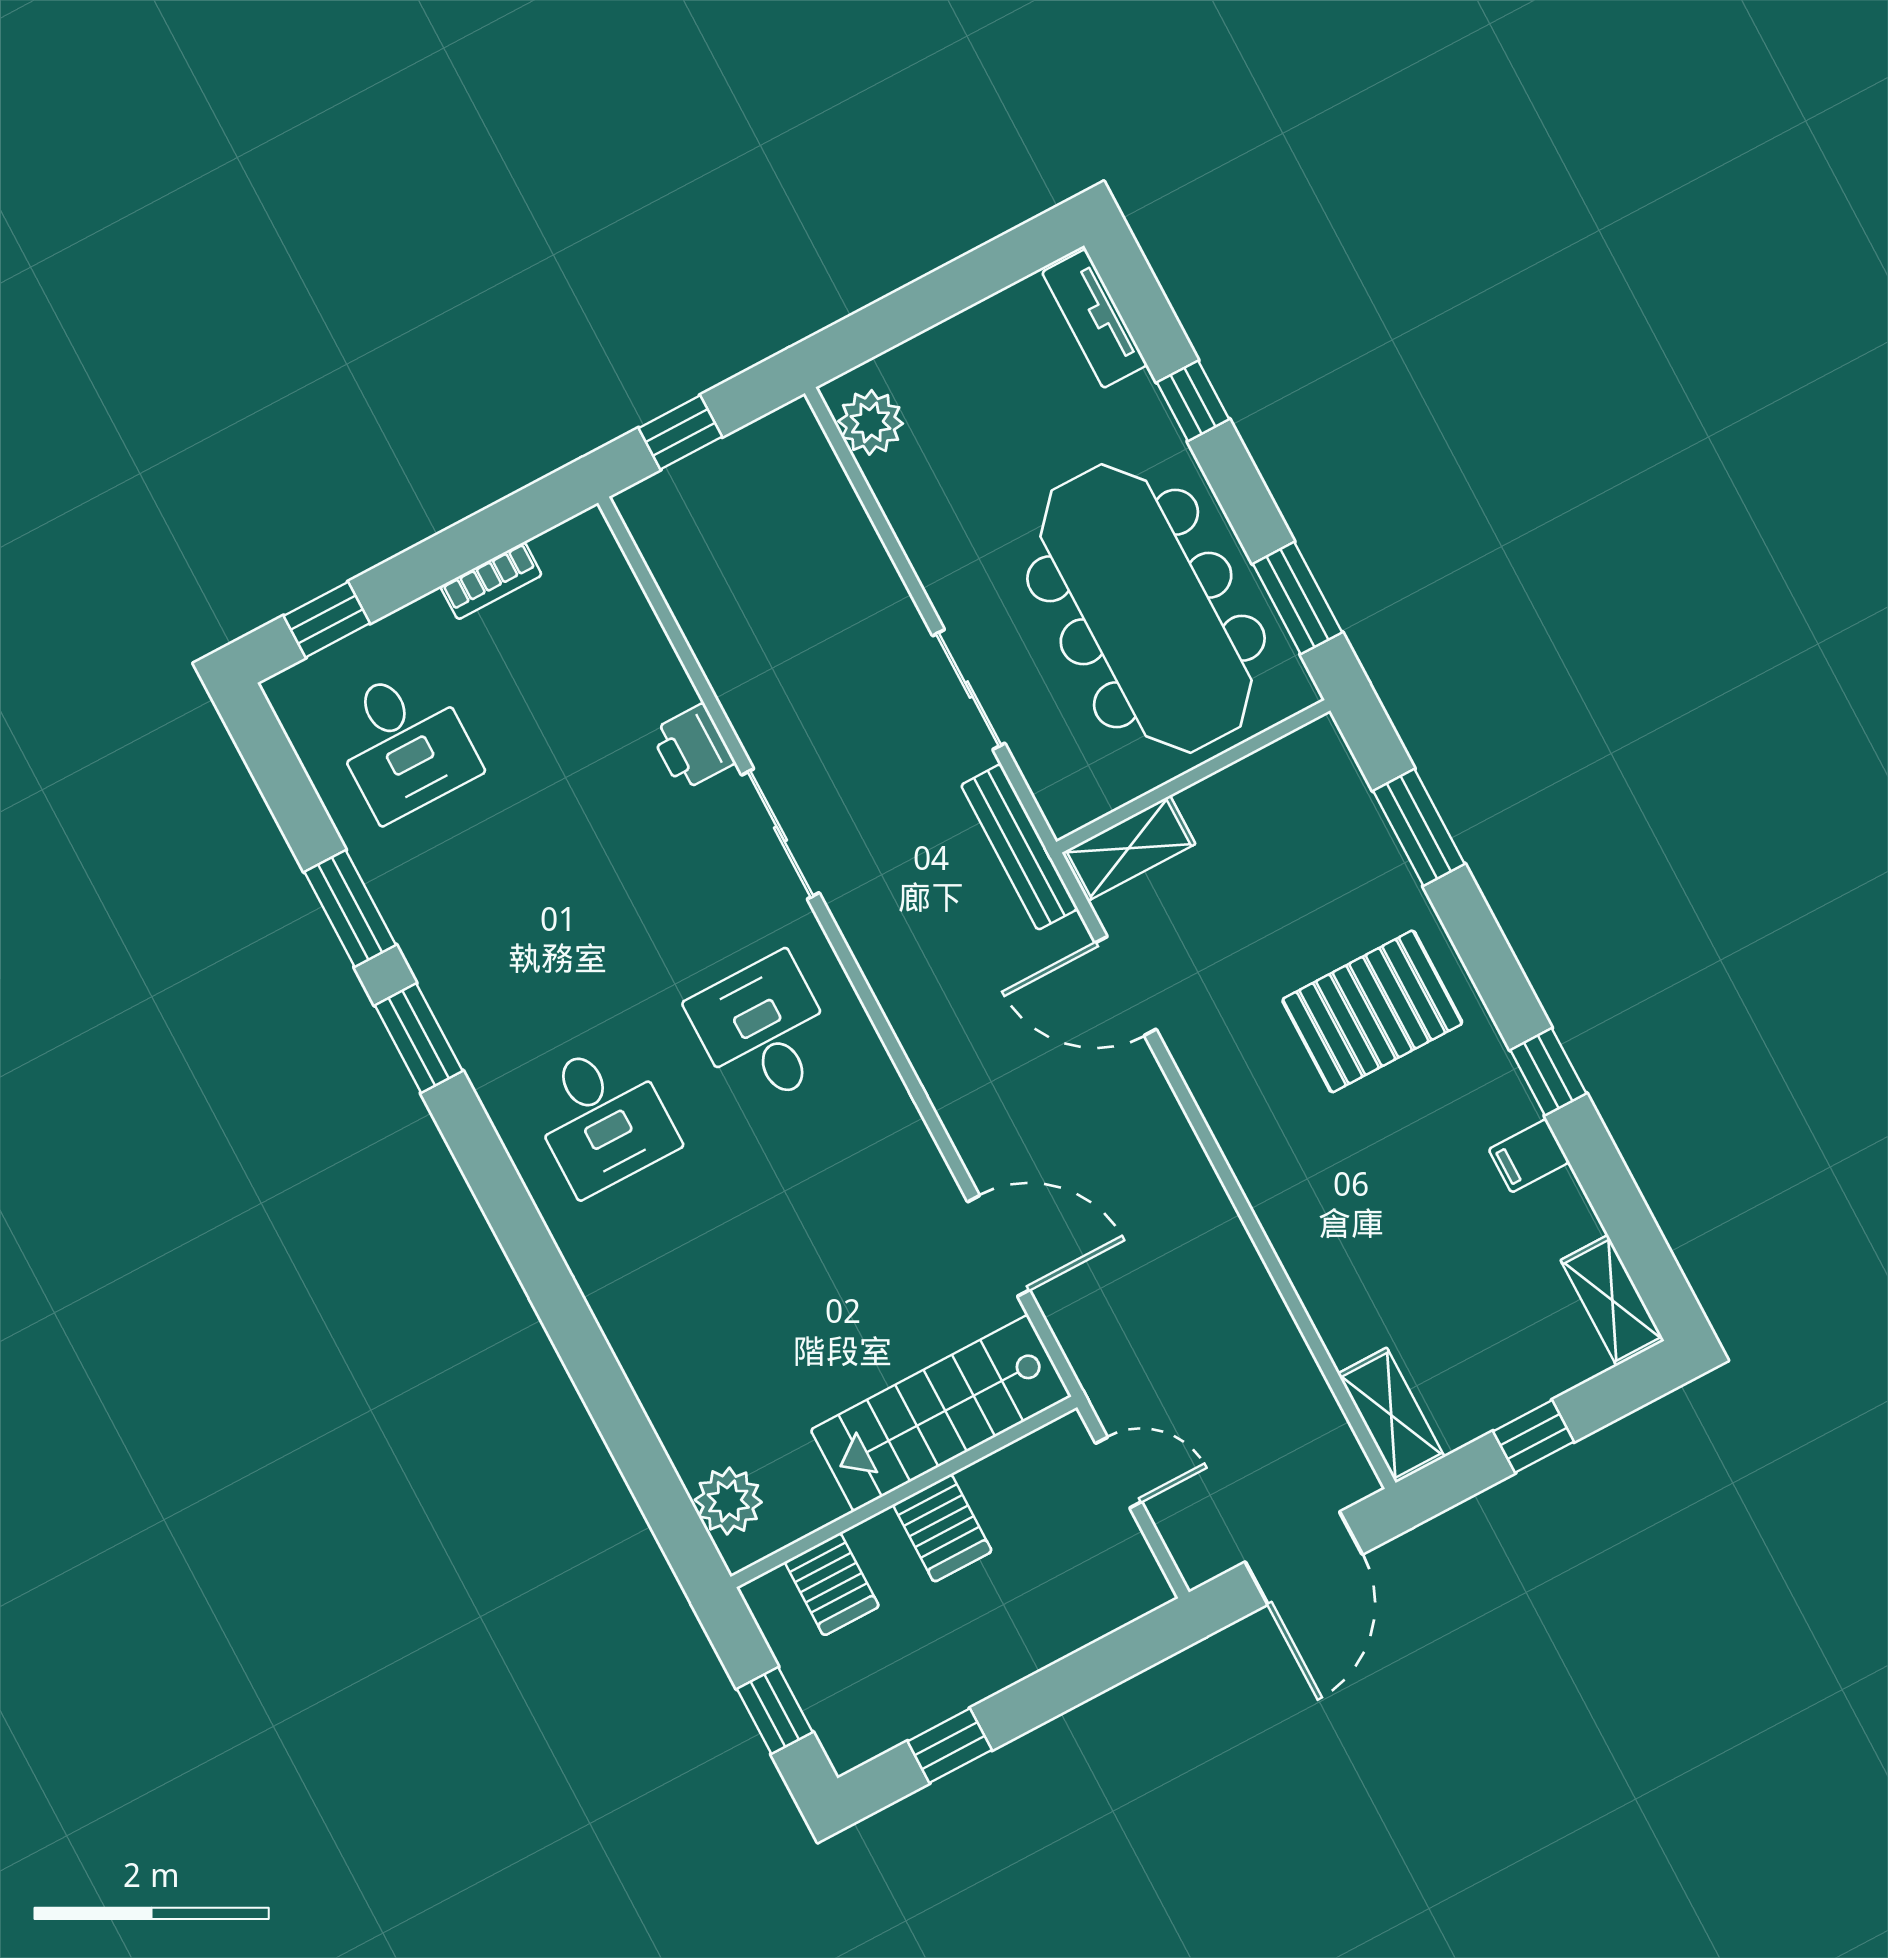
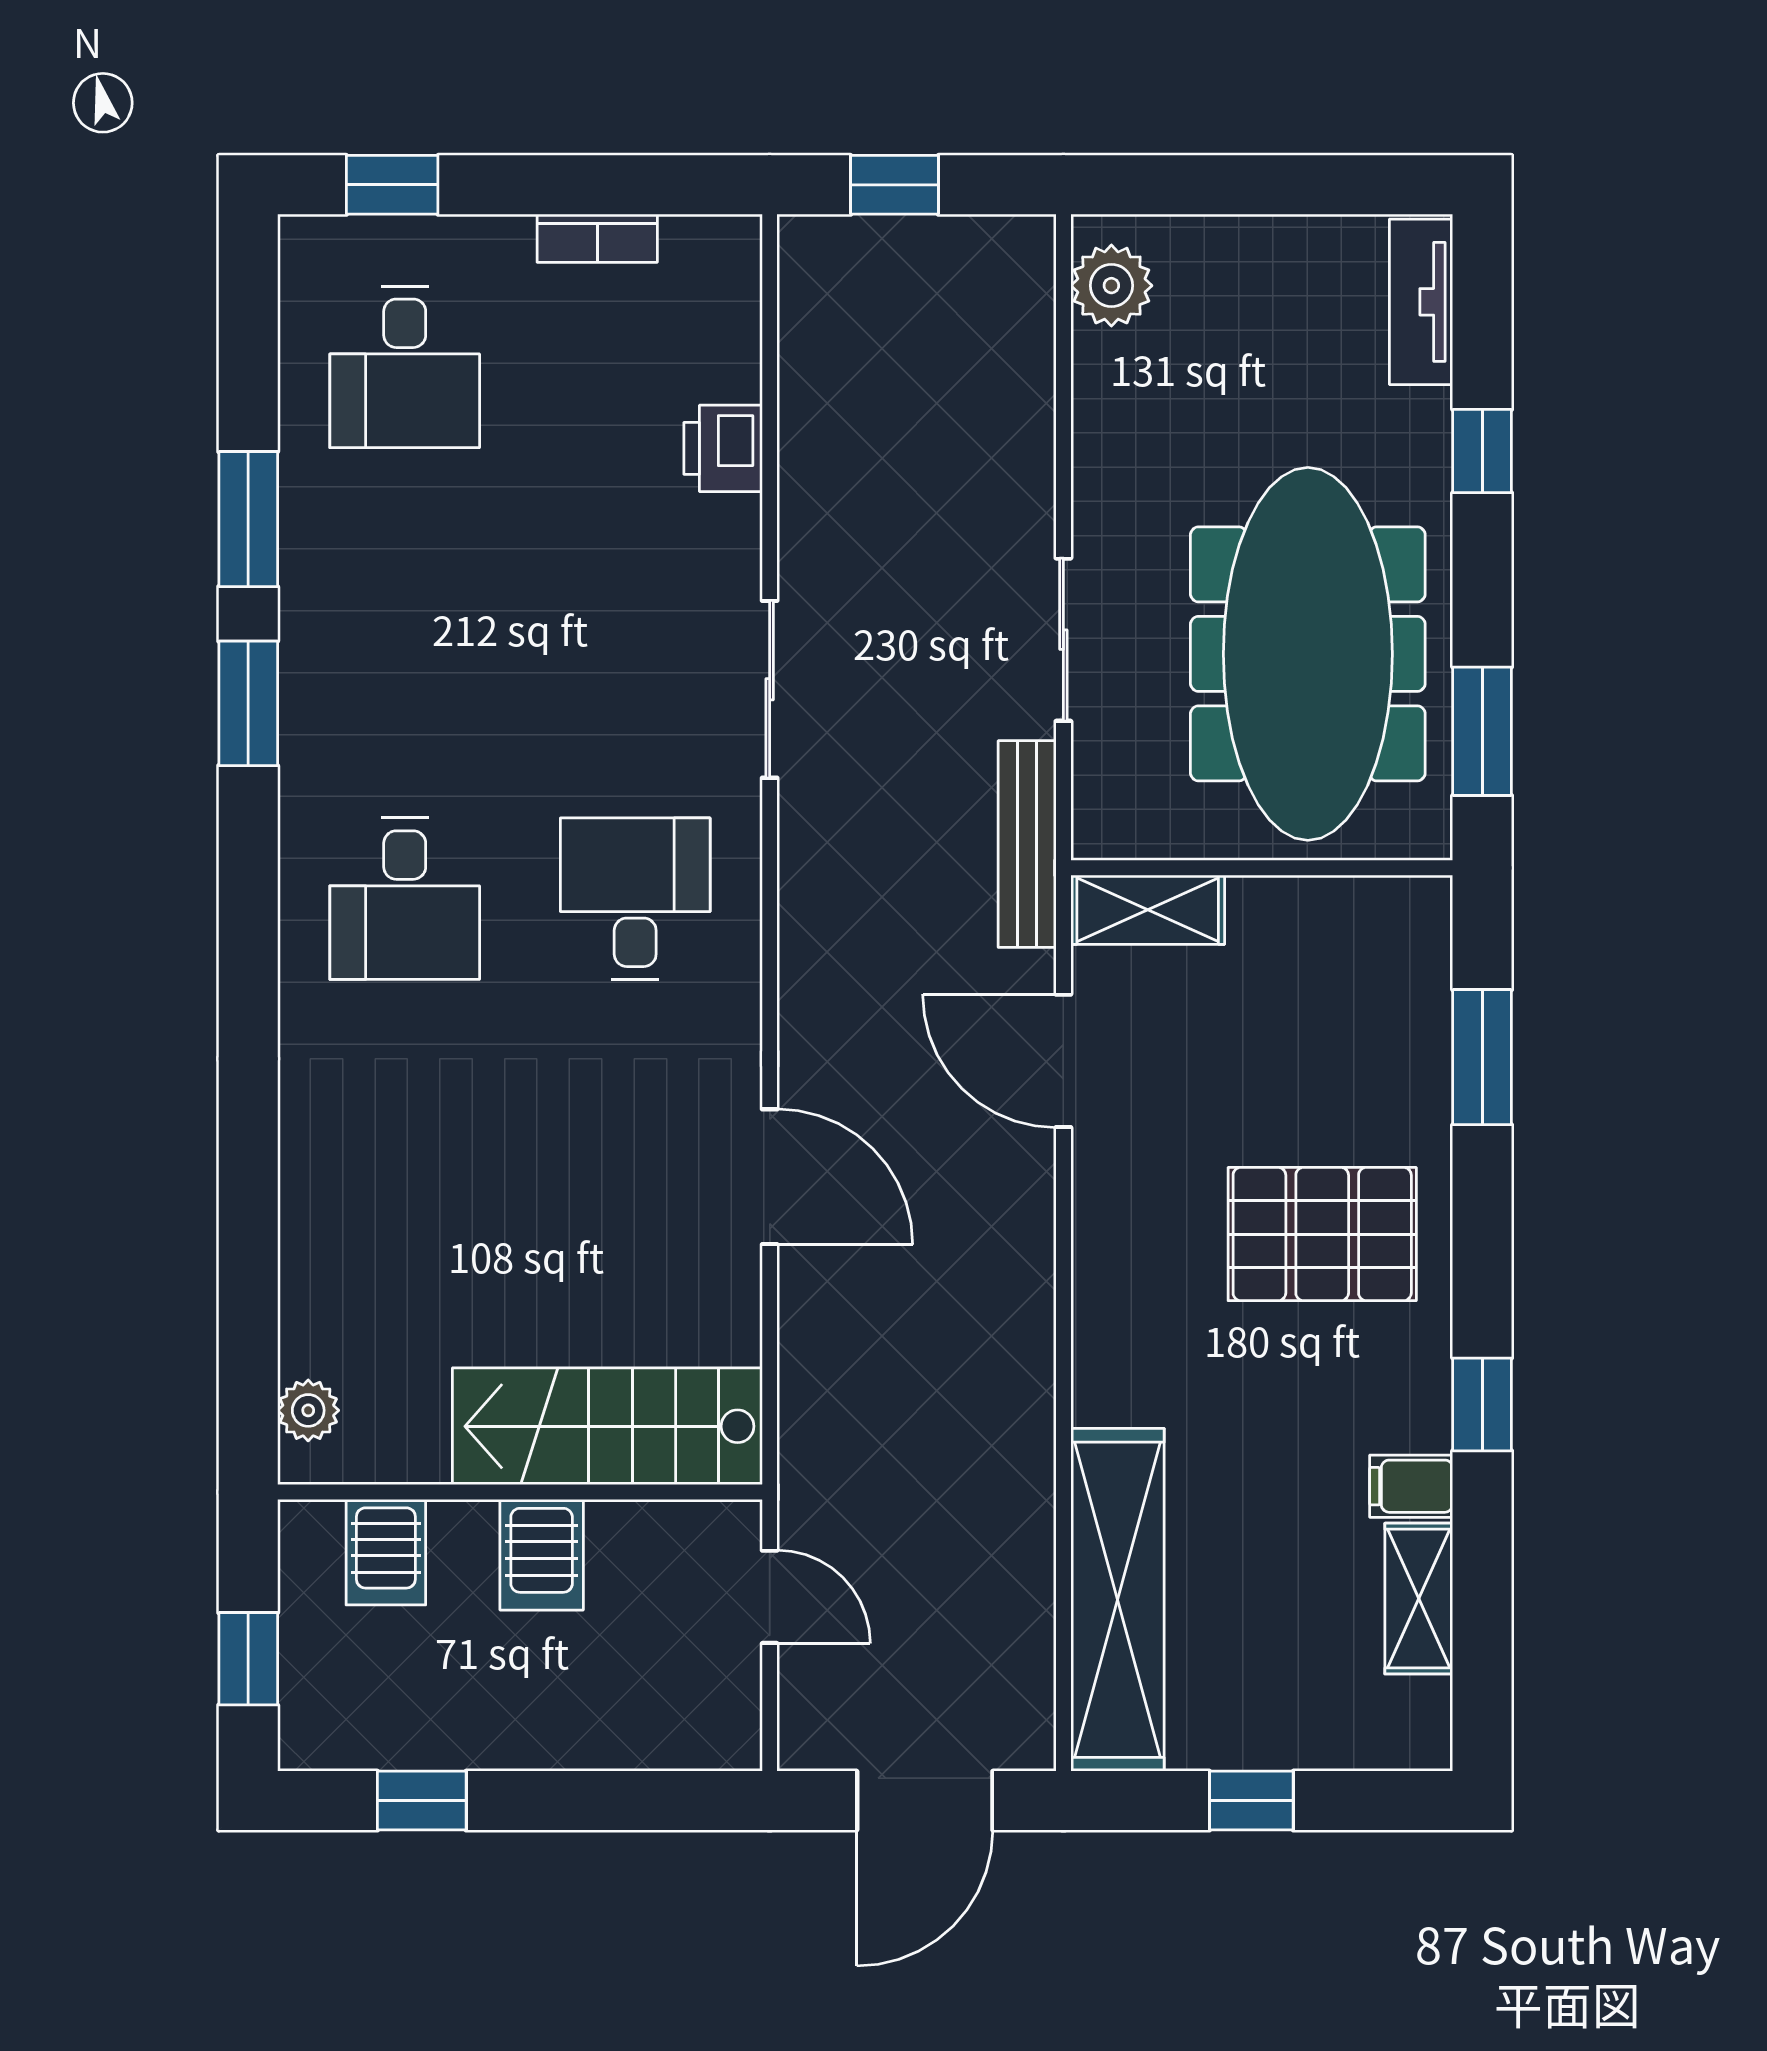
printer: (693, 747) -> (723, 448), moved
door: (999, 1246) -> (770, 1177), moved
shelving: (1612, 1300) -> (1419, 1599), moved
shelving: (1391, 1415) -> (1117, 1600), width x2.20, depth x1.33
plant: (728, 1501) -> (308, 1410), width x0.73, depth x0.73

